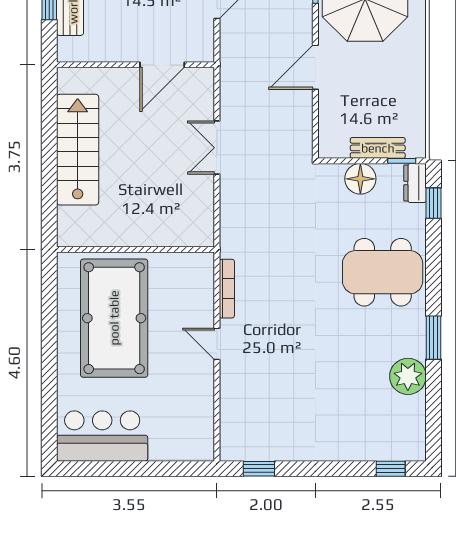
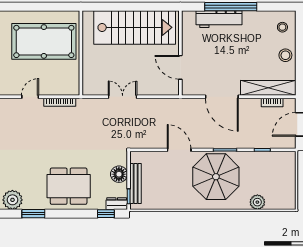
double door: (217, 148) -> (123, 97), moved
bench: (378, 148) -> (136, 184), width x1.36
stairs: (78, 150) -> (135, 27), width x1.36, depth x1.51
dining table: (383, 272) -> (69, 186), turned 90

